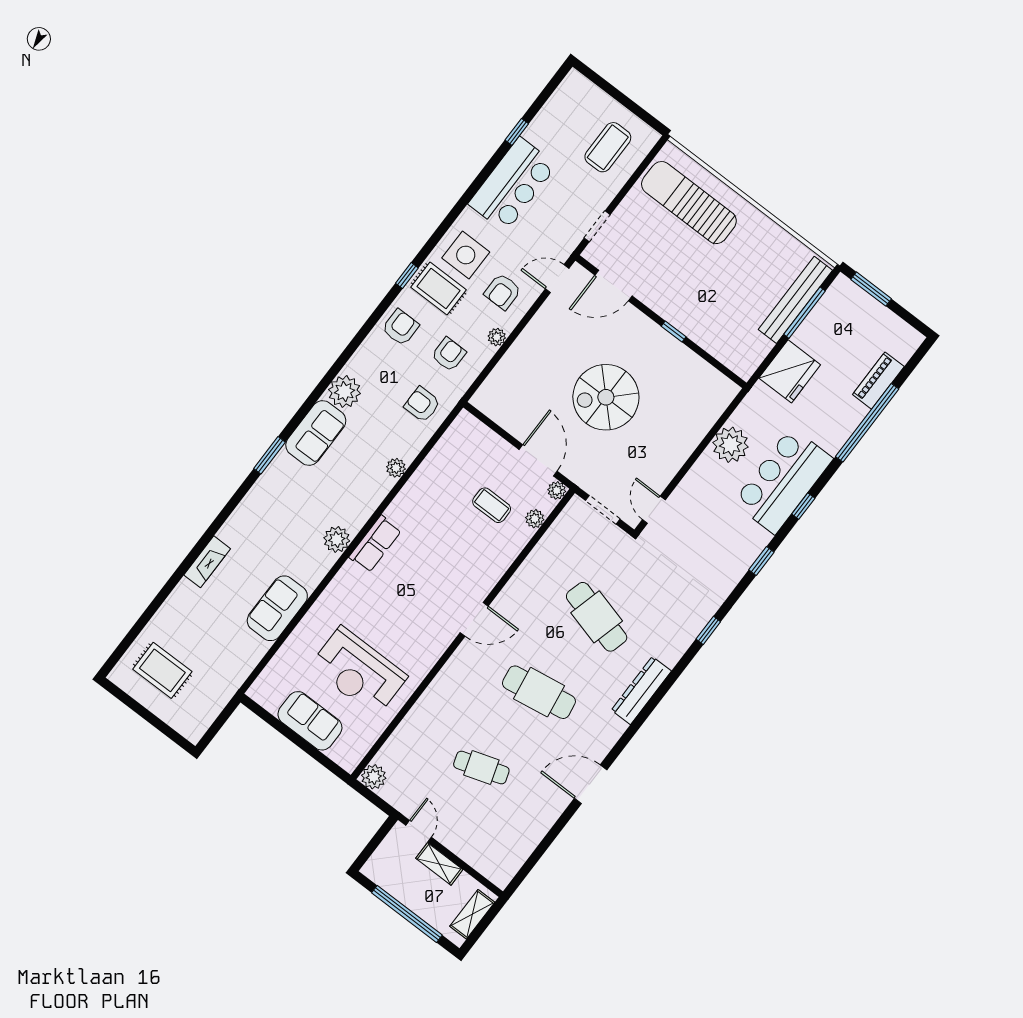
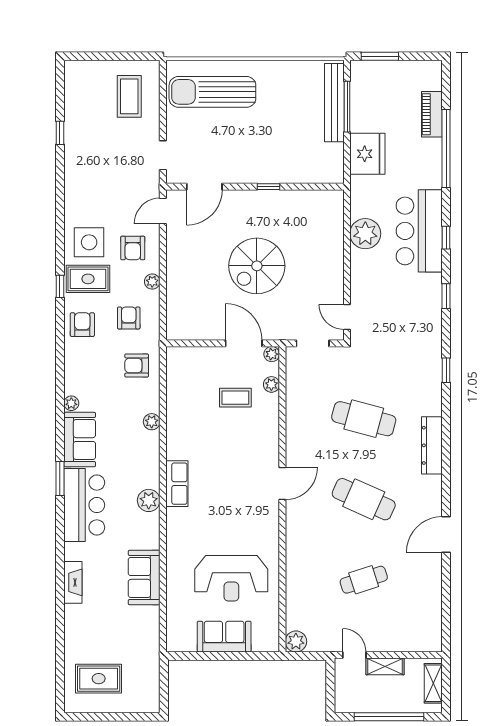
bar counter: (513, 184) -> (84, 505), moved
plant: (345, 392) -> (71, 403), width x0.53, depth x0.53
cafe table: (539, 692) -> (364, 499), turned 33

